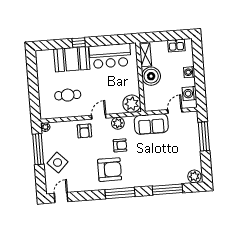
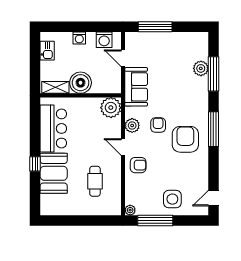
side table: (58, 162) -> (172, 199), turned 45
plant: (194, 176) -> (201, 68), moved
door: (61, 198) -> (213, 198), hinge flipped

